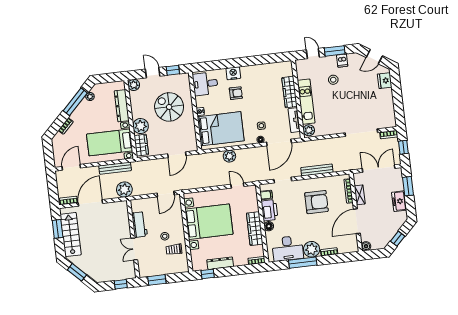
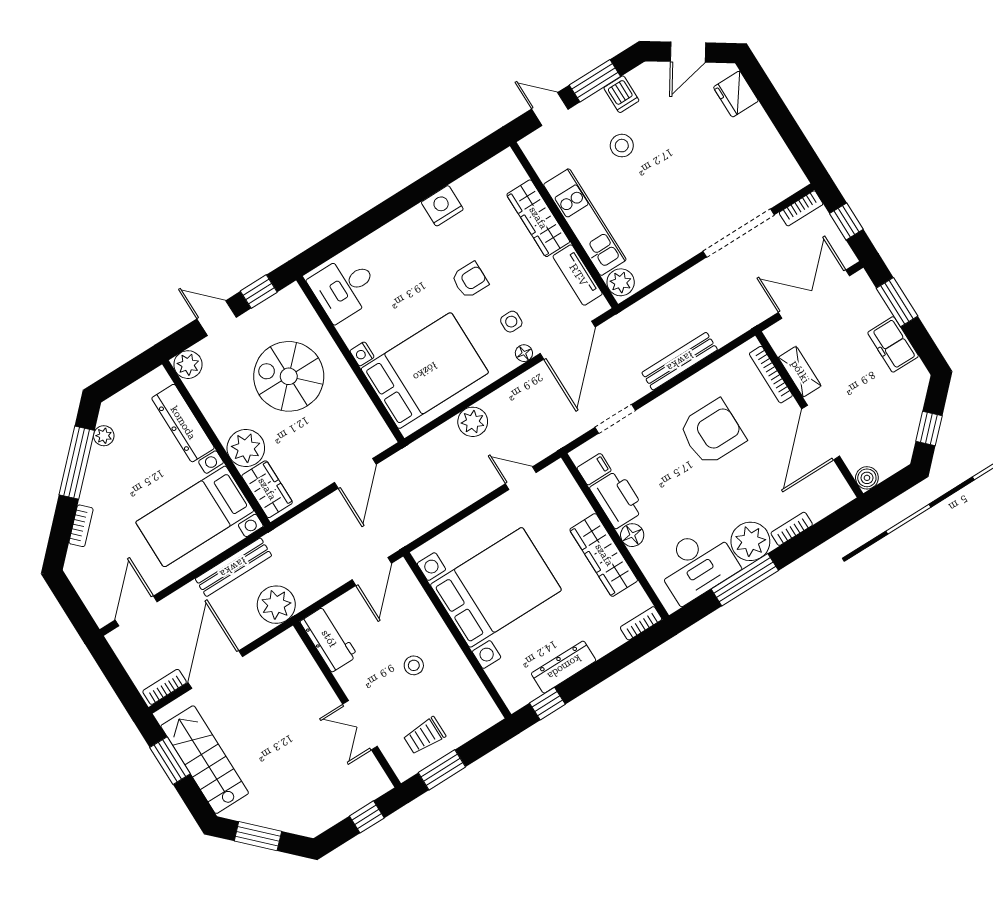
nightstand: (233, 73) -> (442, 206), moved
armchair: (236, 93) -> (470, 280), moved
workbench: (139, 225) -> (329, 639), moved
trolley: (174, 249) -> (424, 736), moved

